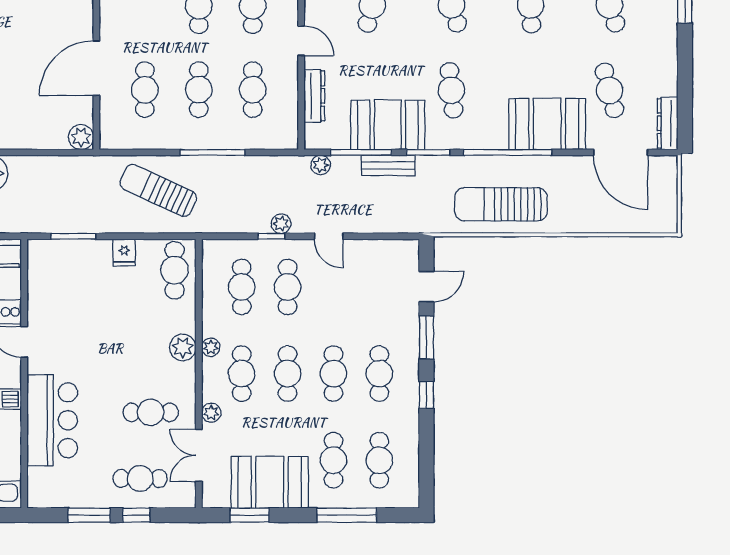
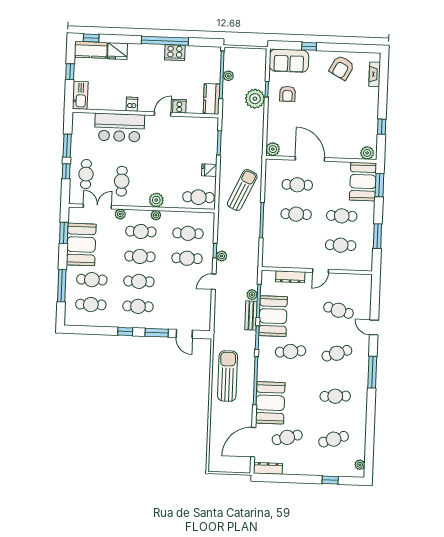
cafe table: (253, 90) -> (295, 243), removed
plant: (321, 165) -> (252, 295), moved

